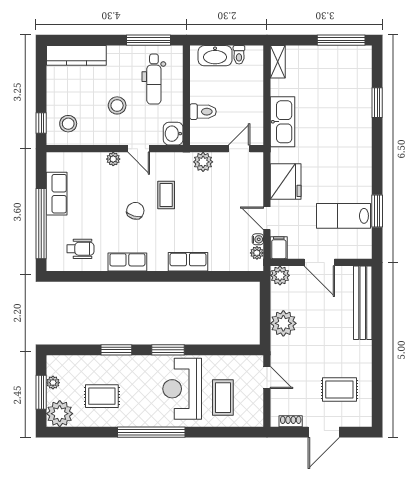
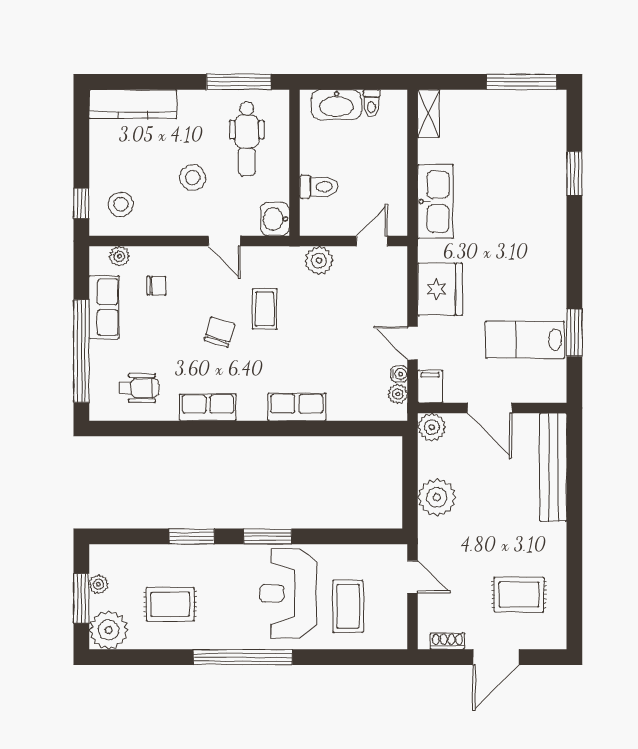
plant: (113, 159) -> (119, 256), moved
chair: (92, 179) -> (156, 286), added

